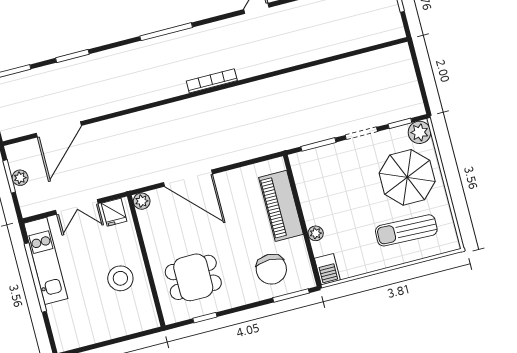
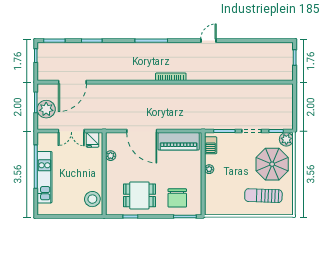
plant: (20, 178) -> (46, 109), width x1.87, depth x1.87
plant: (142, 201) -> (111, 156), moved
piano: (281, 206) -> (179, 141), moved, turned -90
plant: (316, 233) -> (209, 169), moved
kitchen unit: (46, 261) -> (45, 177), moved
barbecue: (327, 269) -> (211, 145), moved
dining table: (193, 277) -> (139, 195), moved
stool: (120, 278) -> (92, 199), moved

